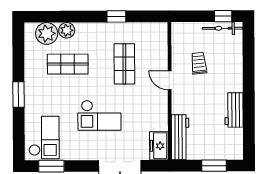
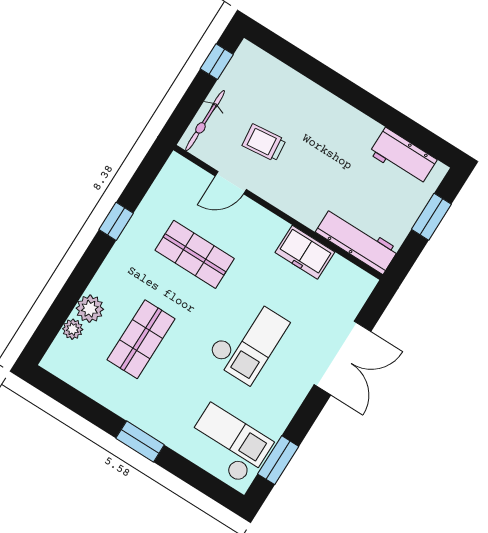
bicycle: (223, 28) -> (205, 121), moved
plant: (47, 33) -> (73, 329), width x0.53, depth x0.53
door: (170, 80) -> (231, 183), moved
workbench: (234, 110) -> (403, 157), moved
freezer: (159, 146) -> (305, 252), moved

